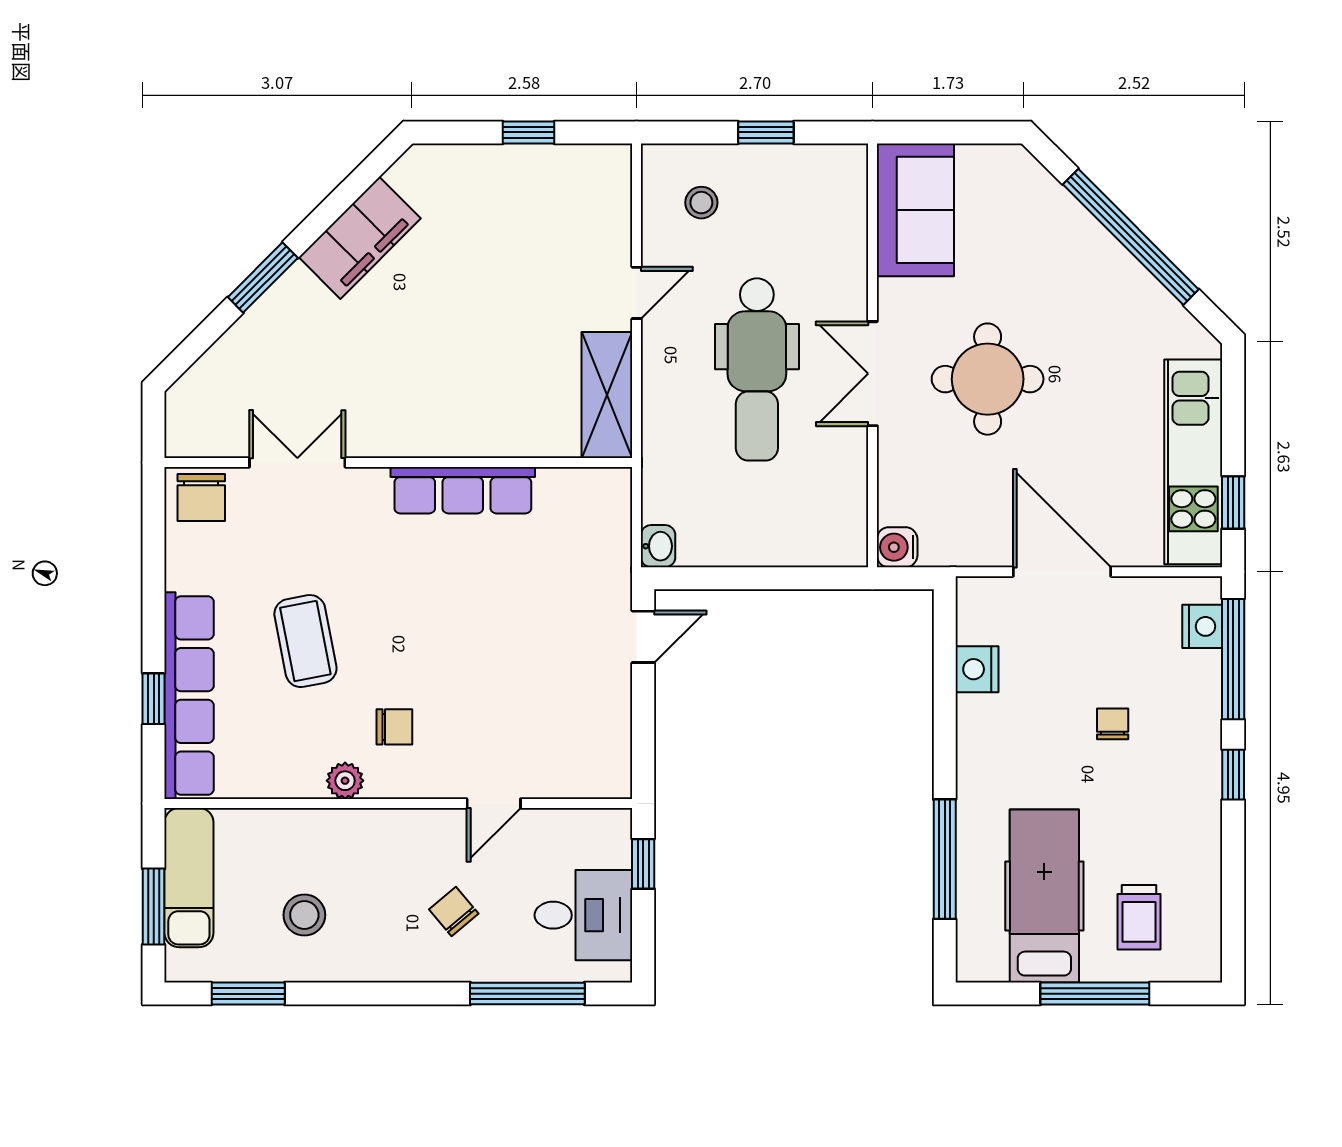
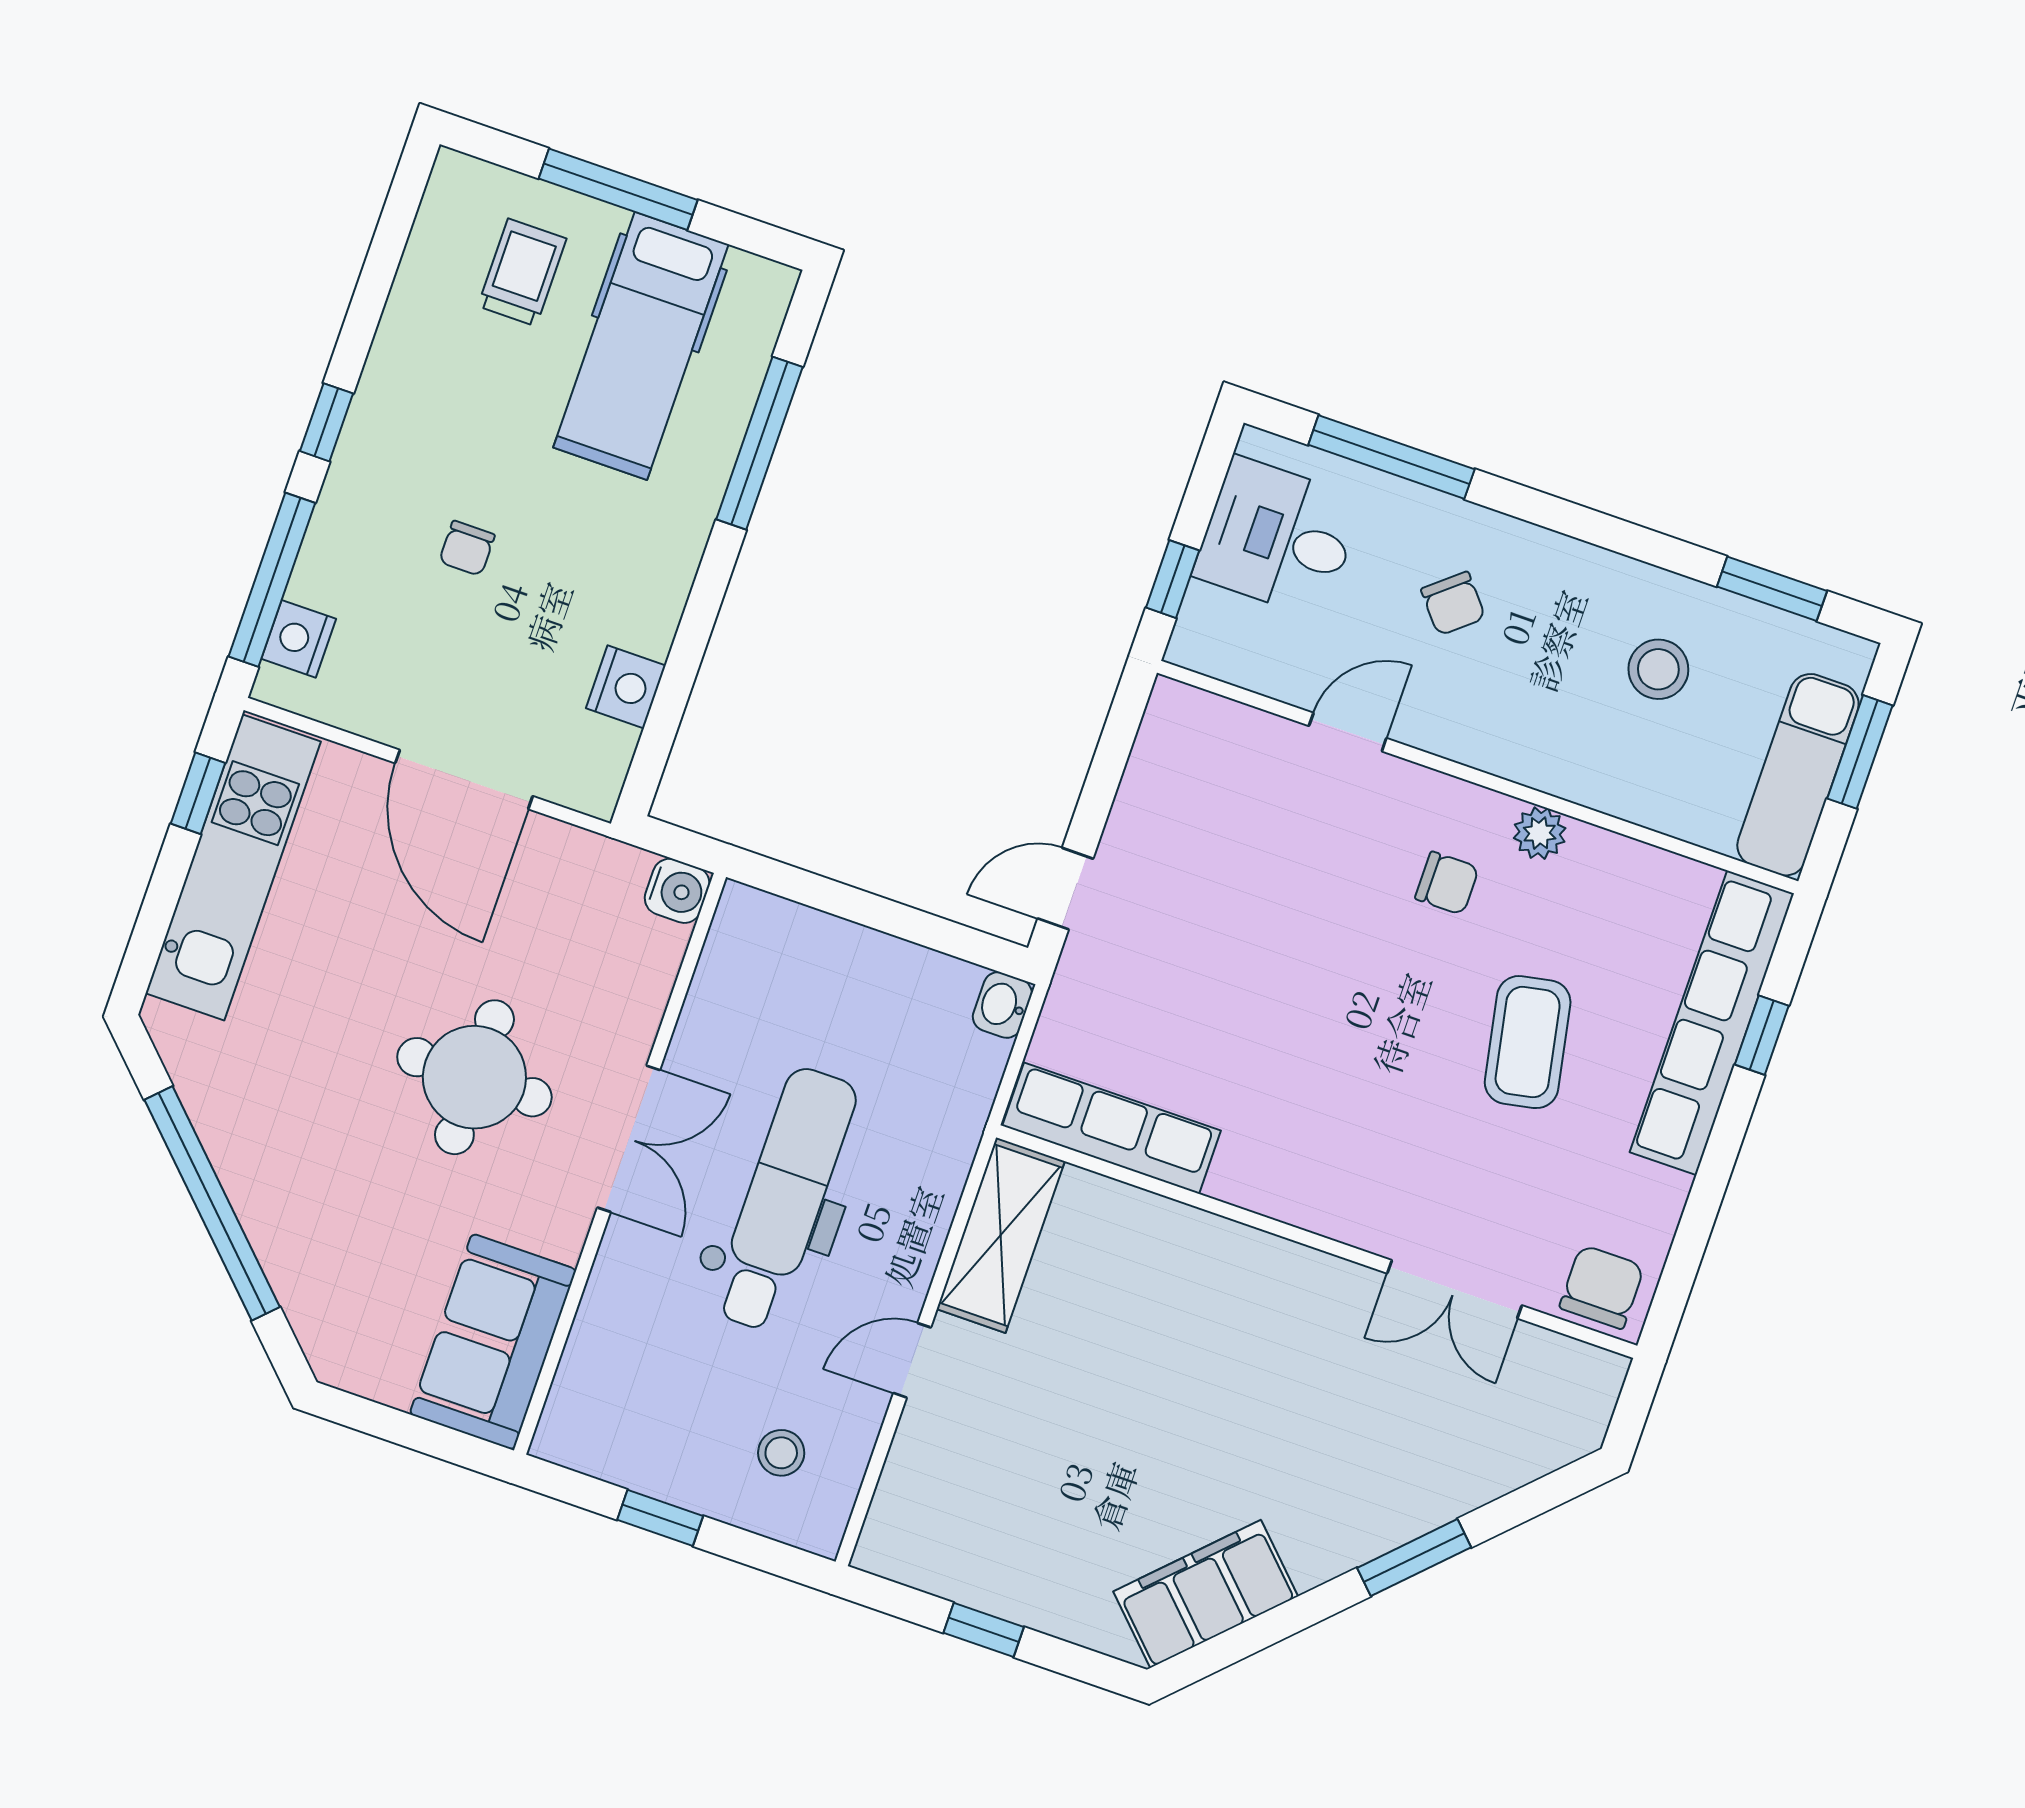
filing cabinet: (360, 238) -> (1206, 1594), moved
row of seats: (463, 490) -> (1112, 1128), moved
chair: (394, 727) -> (1447, 883), turned 180

